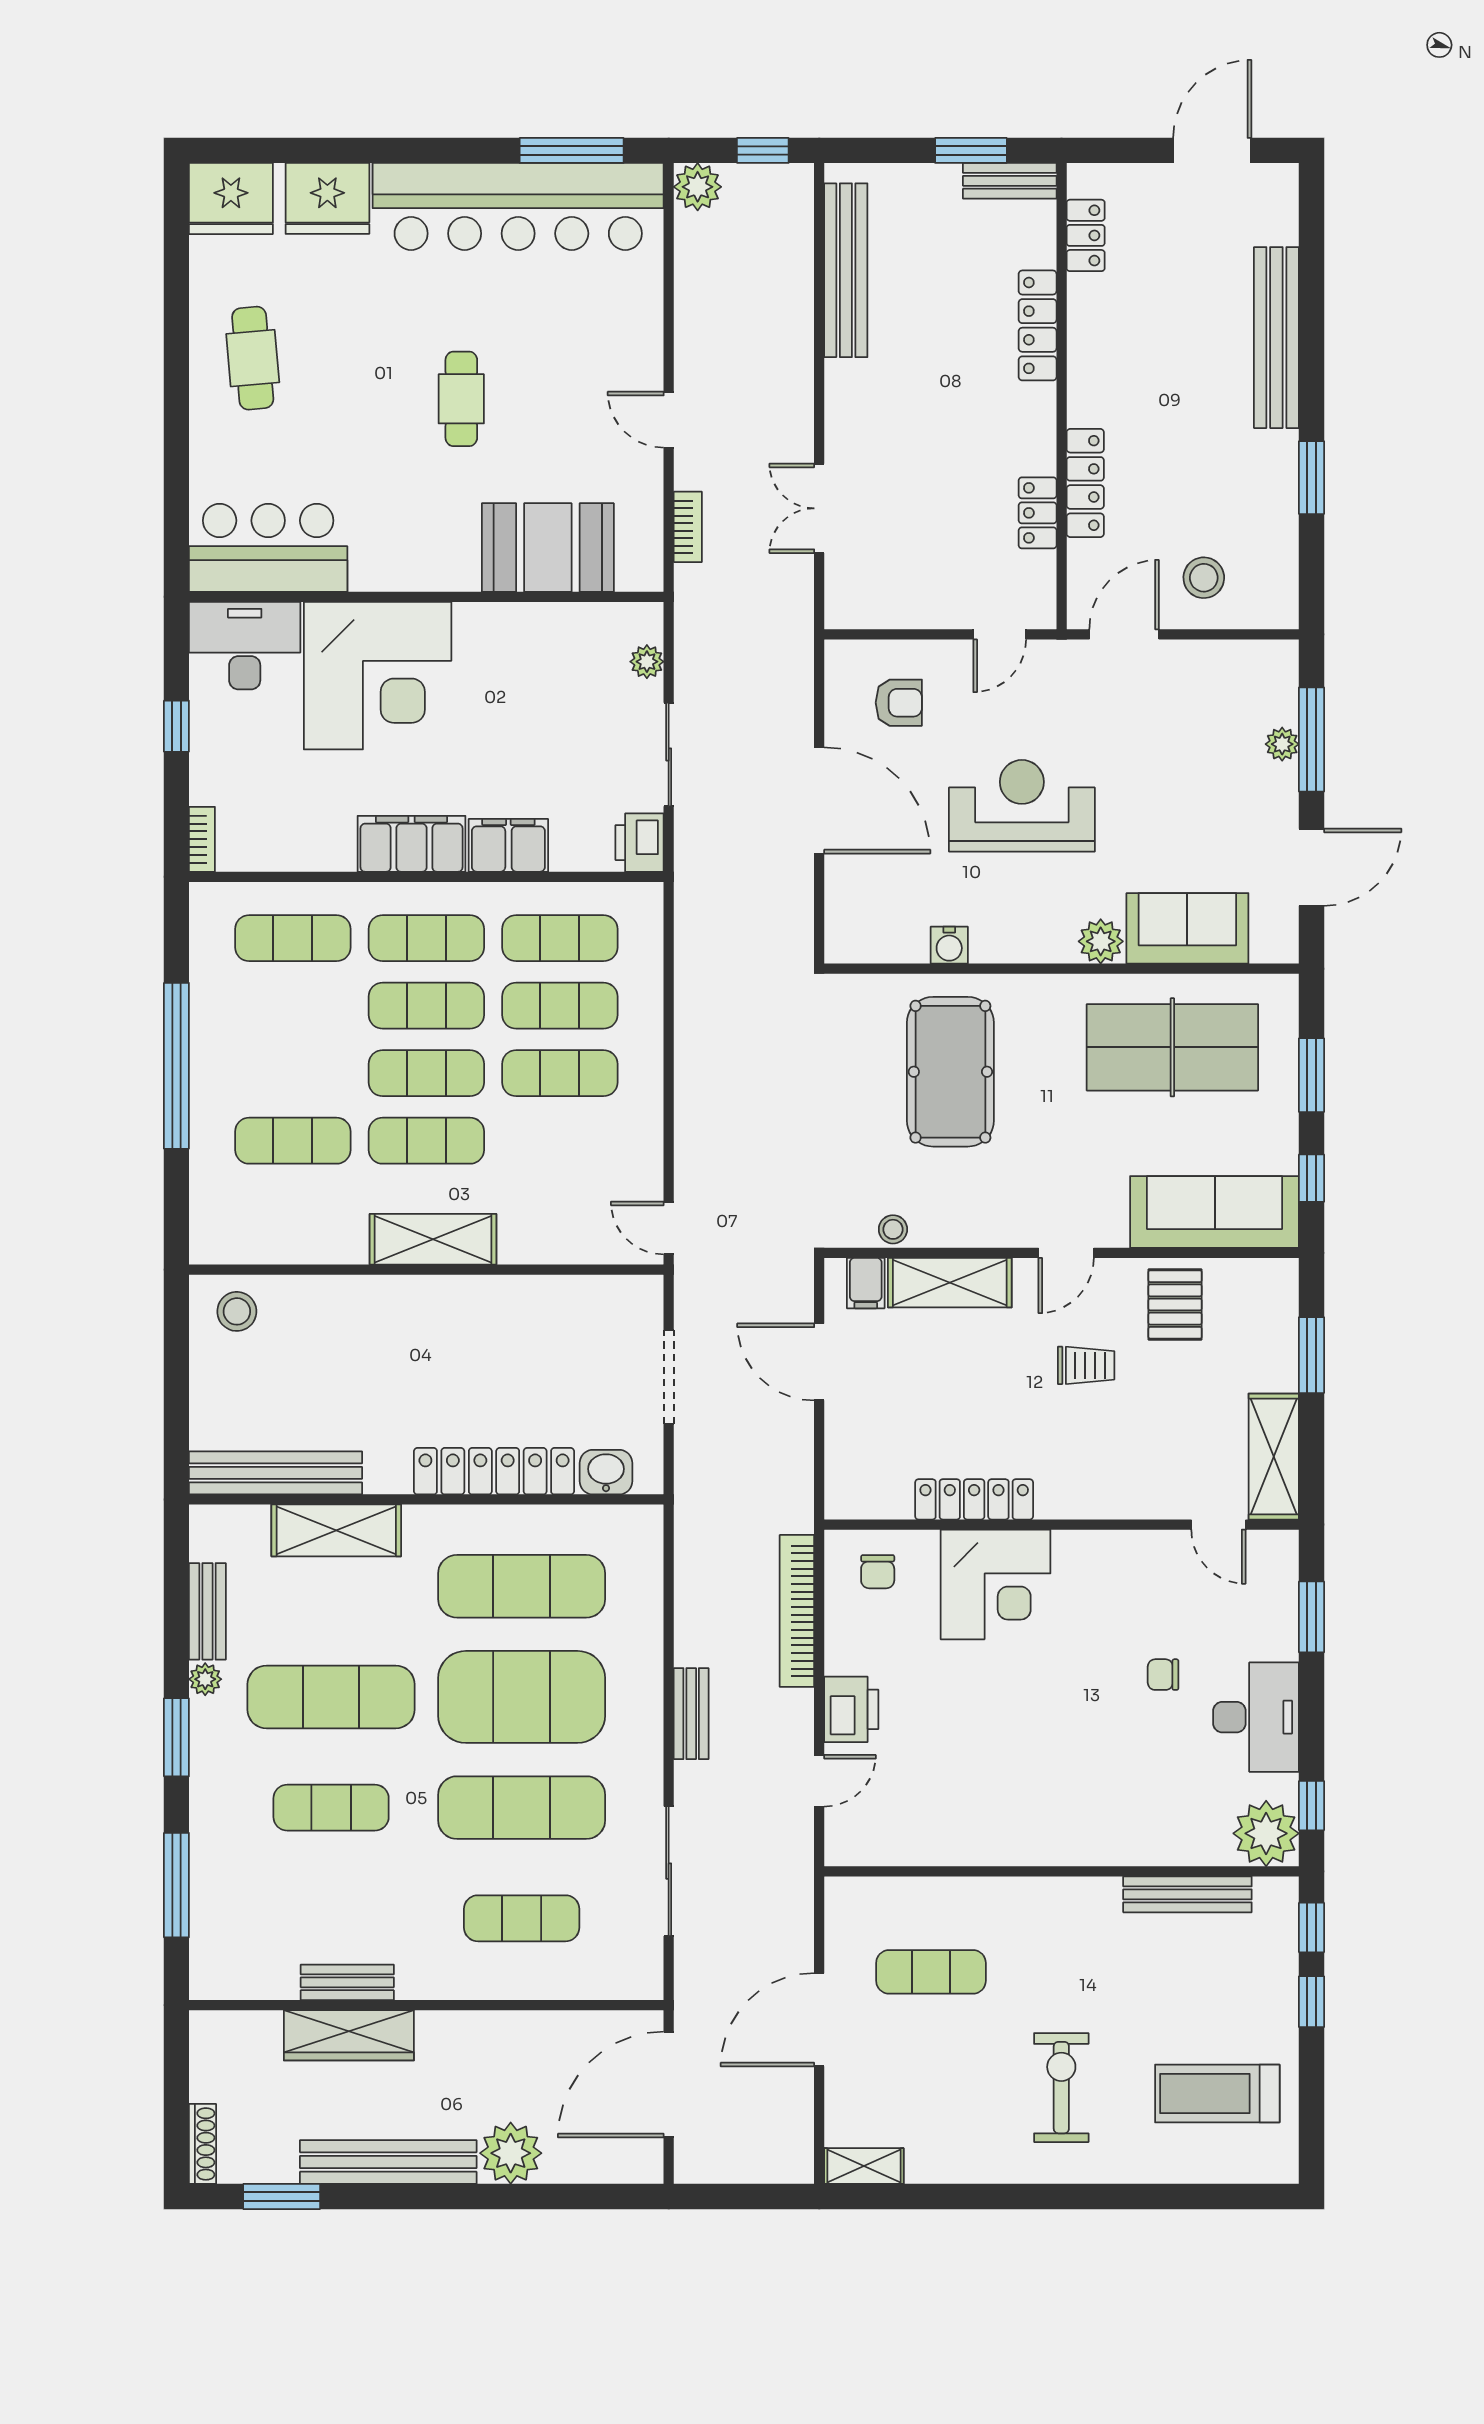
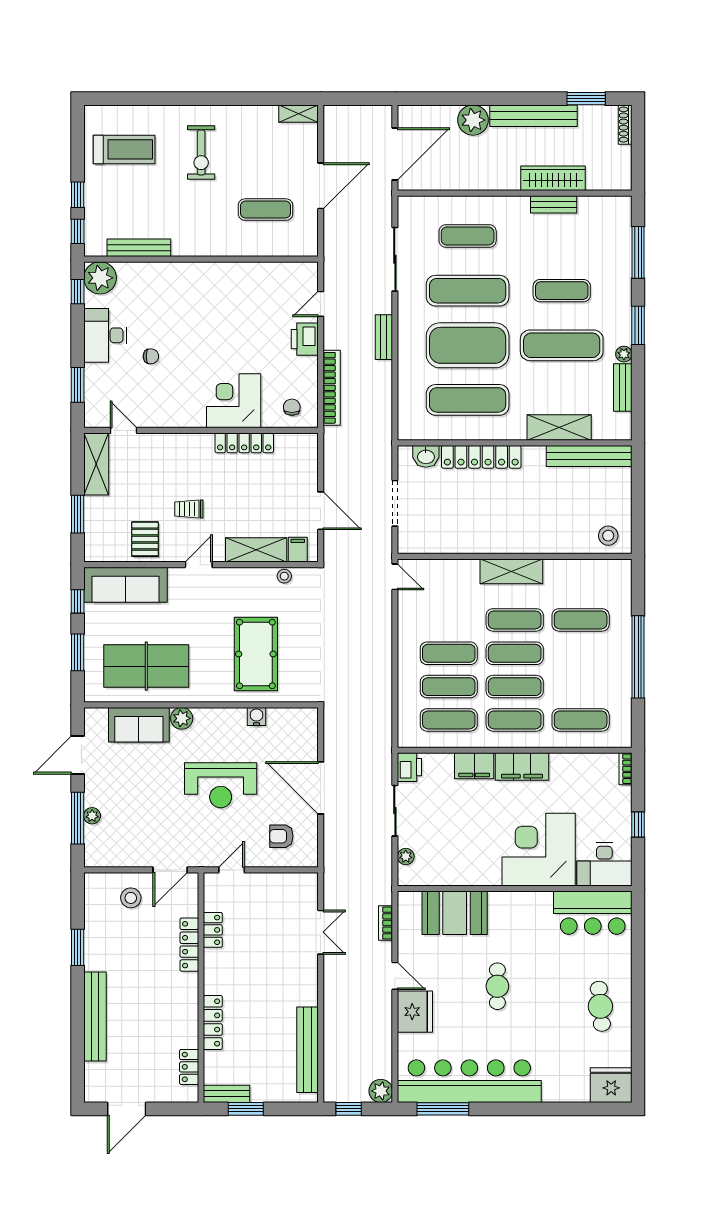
fridge: (327, 198) -> (415, 1012), moved, turned 90

